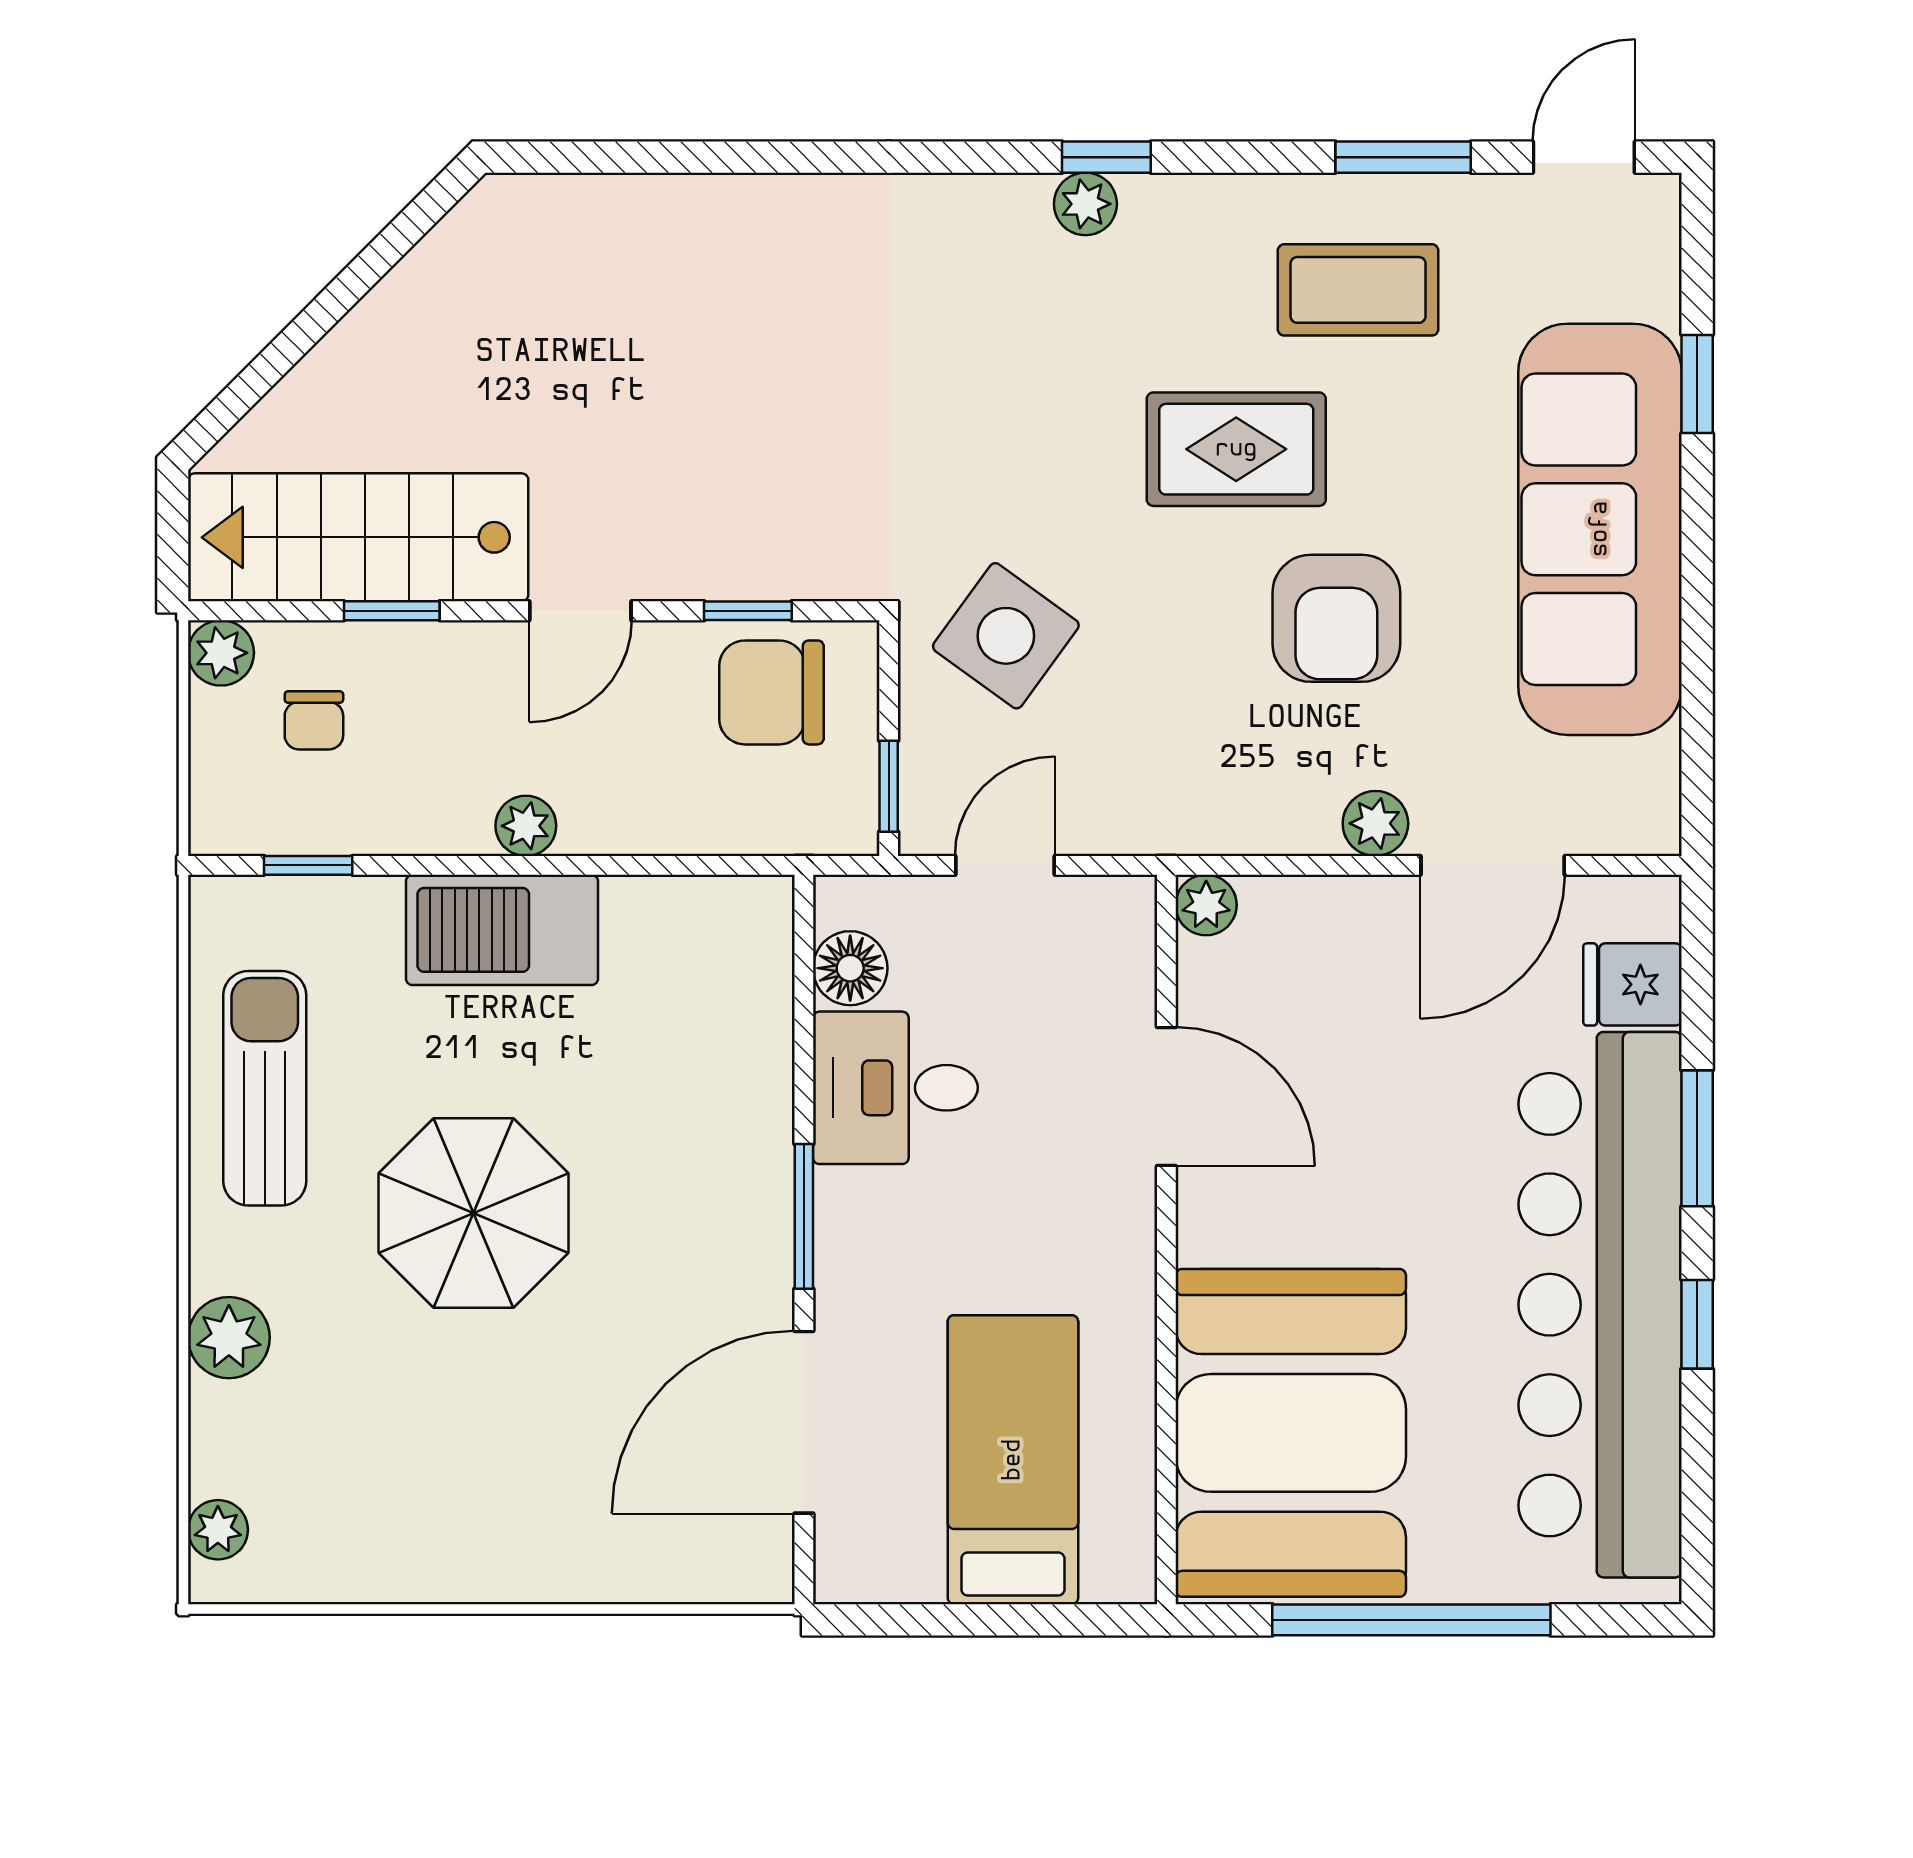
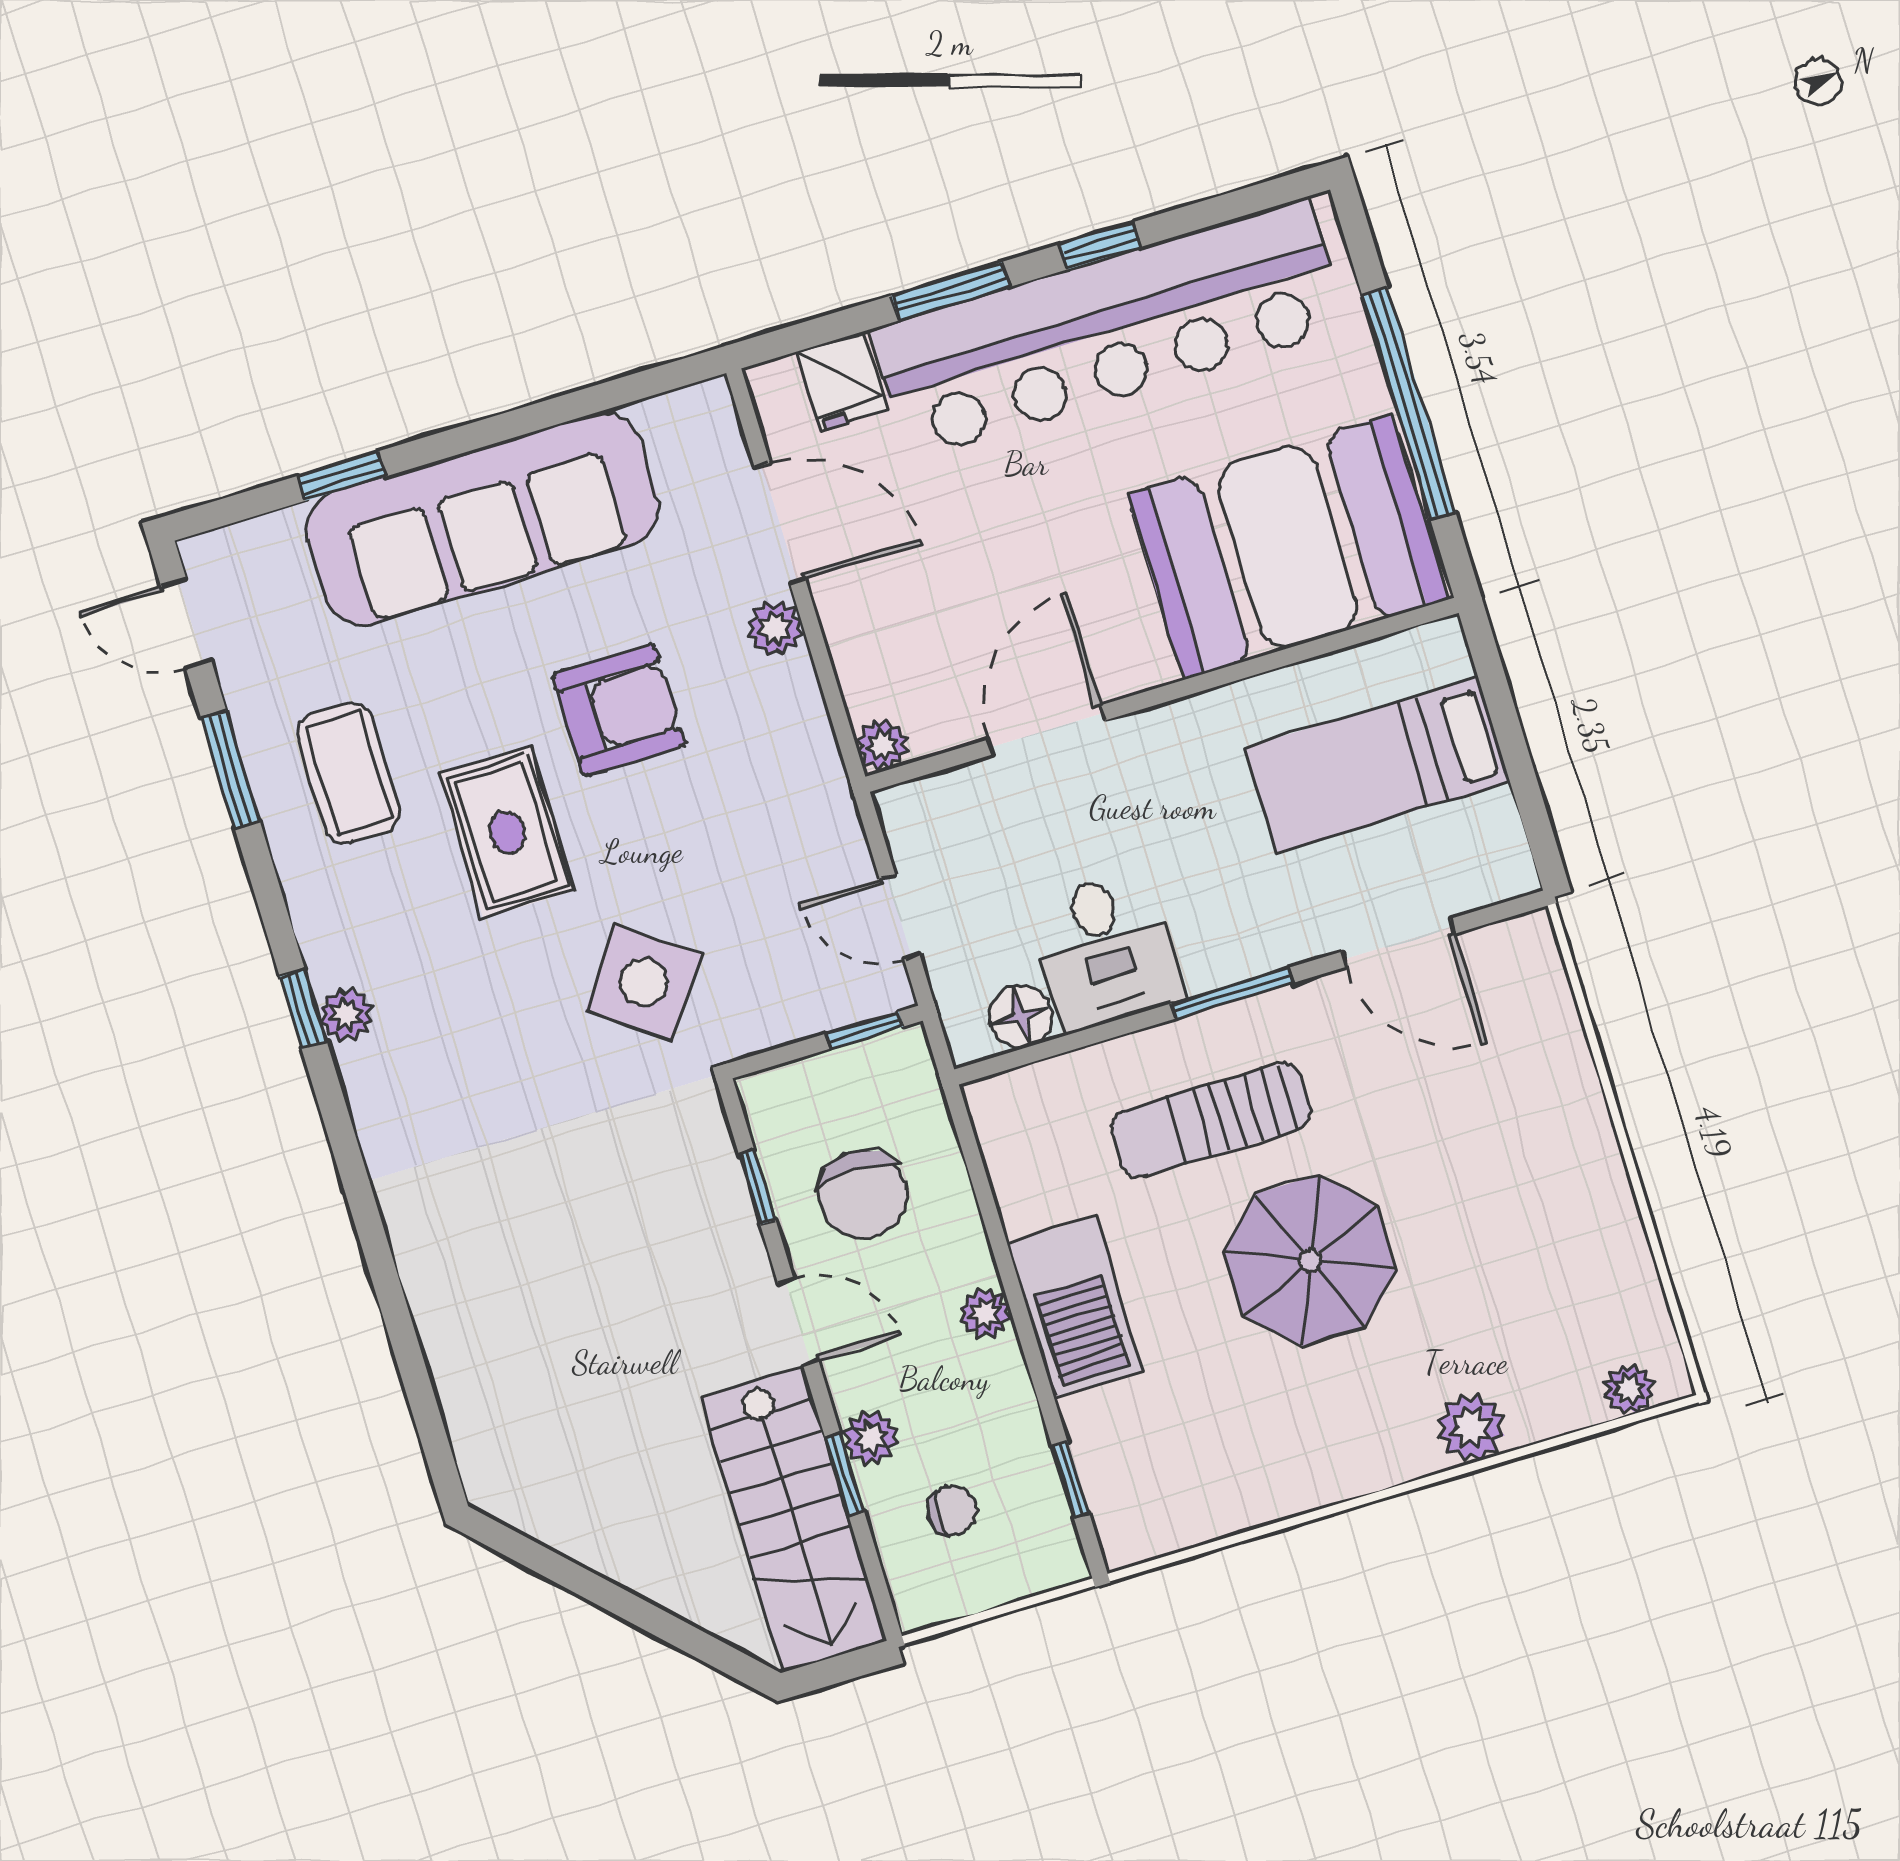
side table: (1006, 636) -> (644, 982), moved
plant: (221, 653) -> (871, 1438), moved
chair: (772, 692) -> (863, 1195), moved
sun lounger: (265, 1088) -> (1211, 1120), moved
door: (804, 1422) -> (1398, 943), width x0.73

